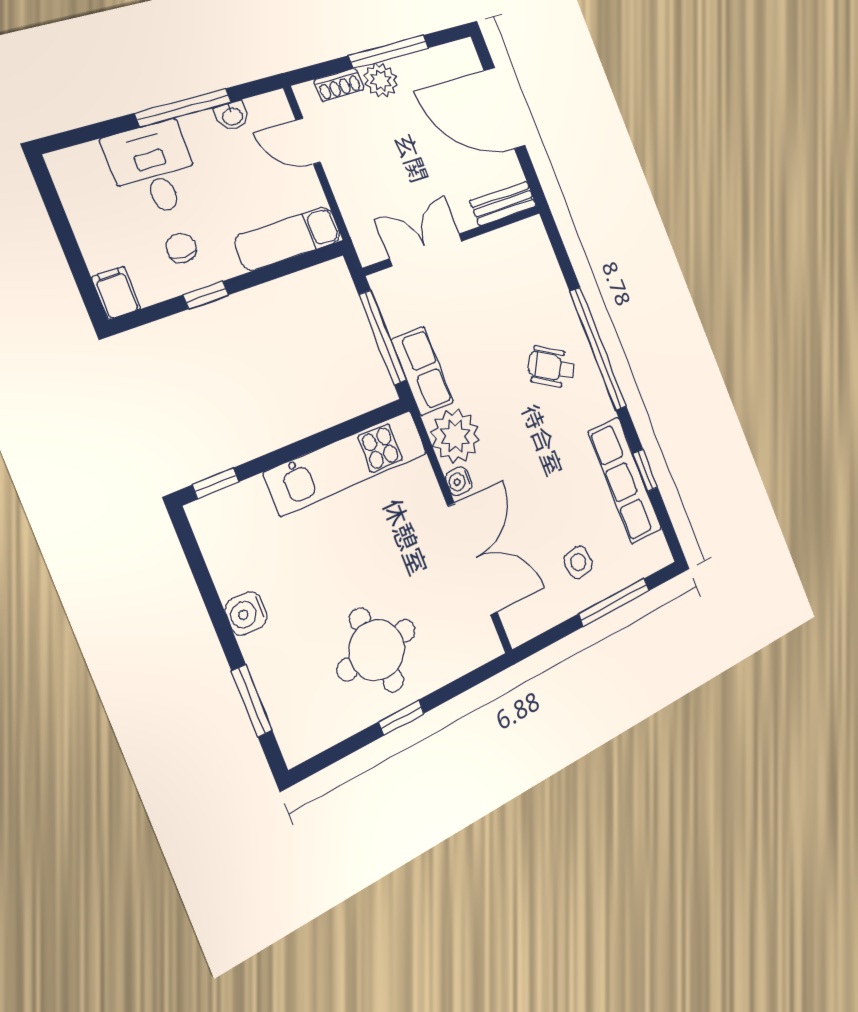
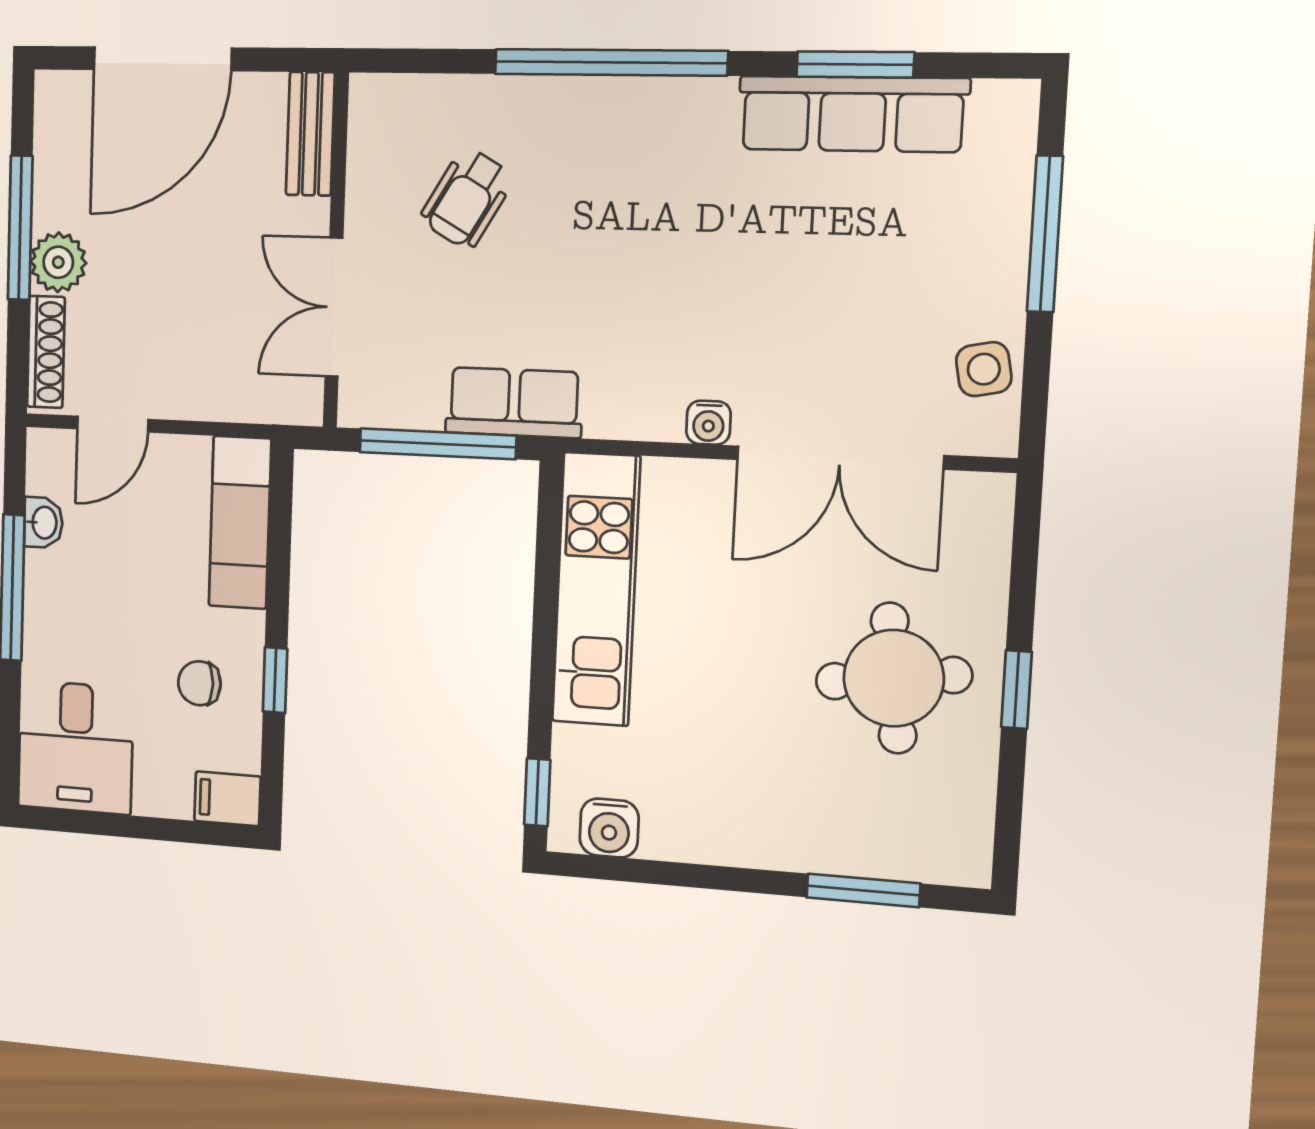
shoe rack: (339, 85) -> (46, 352), width x1.43
desk: (154, 169) -> (75, 747), moved, turned -90
wheelchair: (551, 367) -> (467, 198), moved
plant: (455, 436) -> (637, 395), removed
window: (645, 470) -> (855, 64), width x1.50
double door: (473, 559) -> (840, 458), swing flipped
side table: (578, 562) -> (984, 369), moved
water cooler: (246, 613) -> (609, 828), moved

